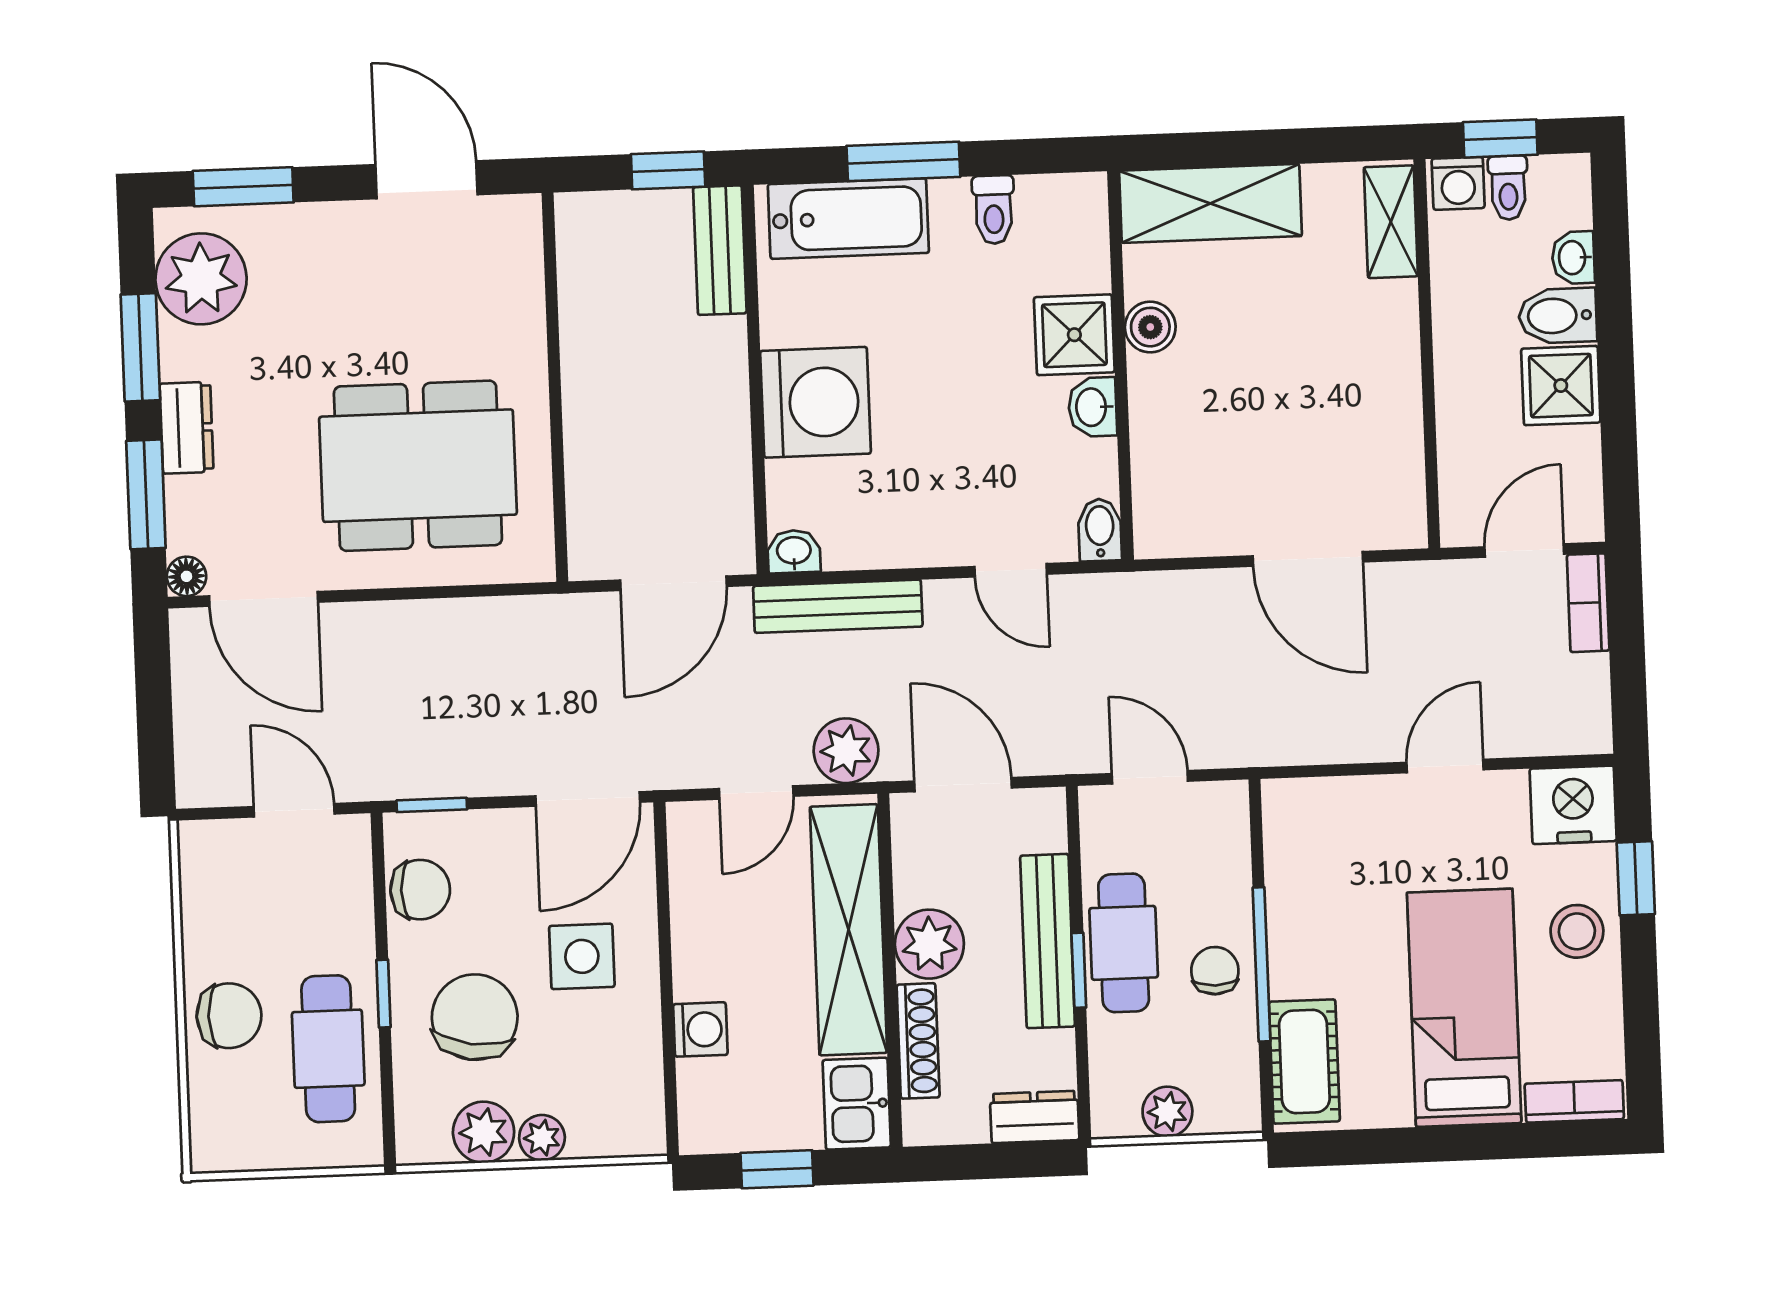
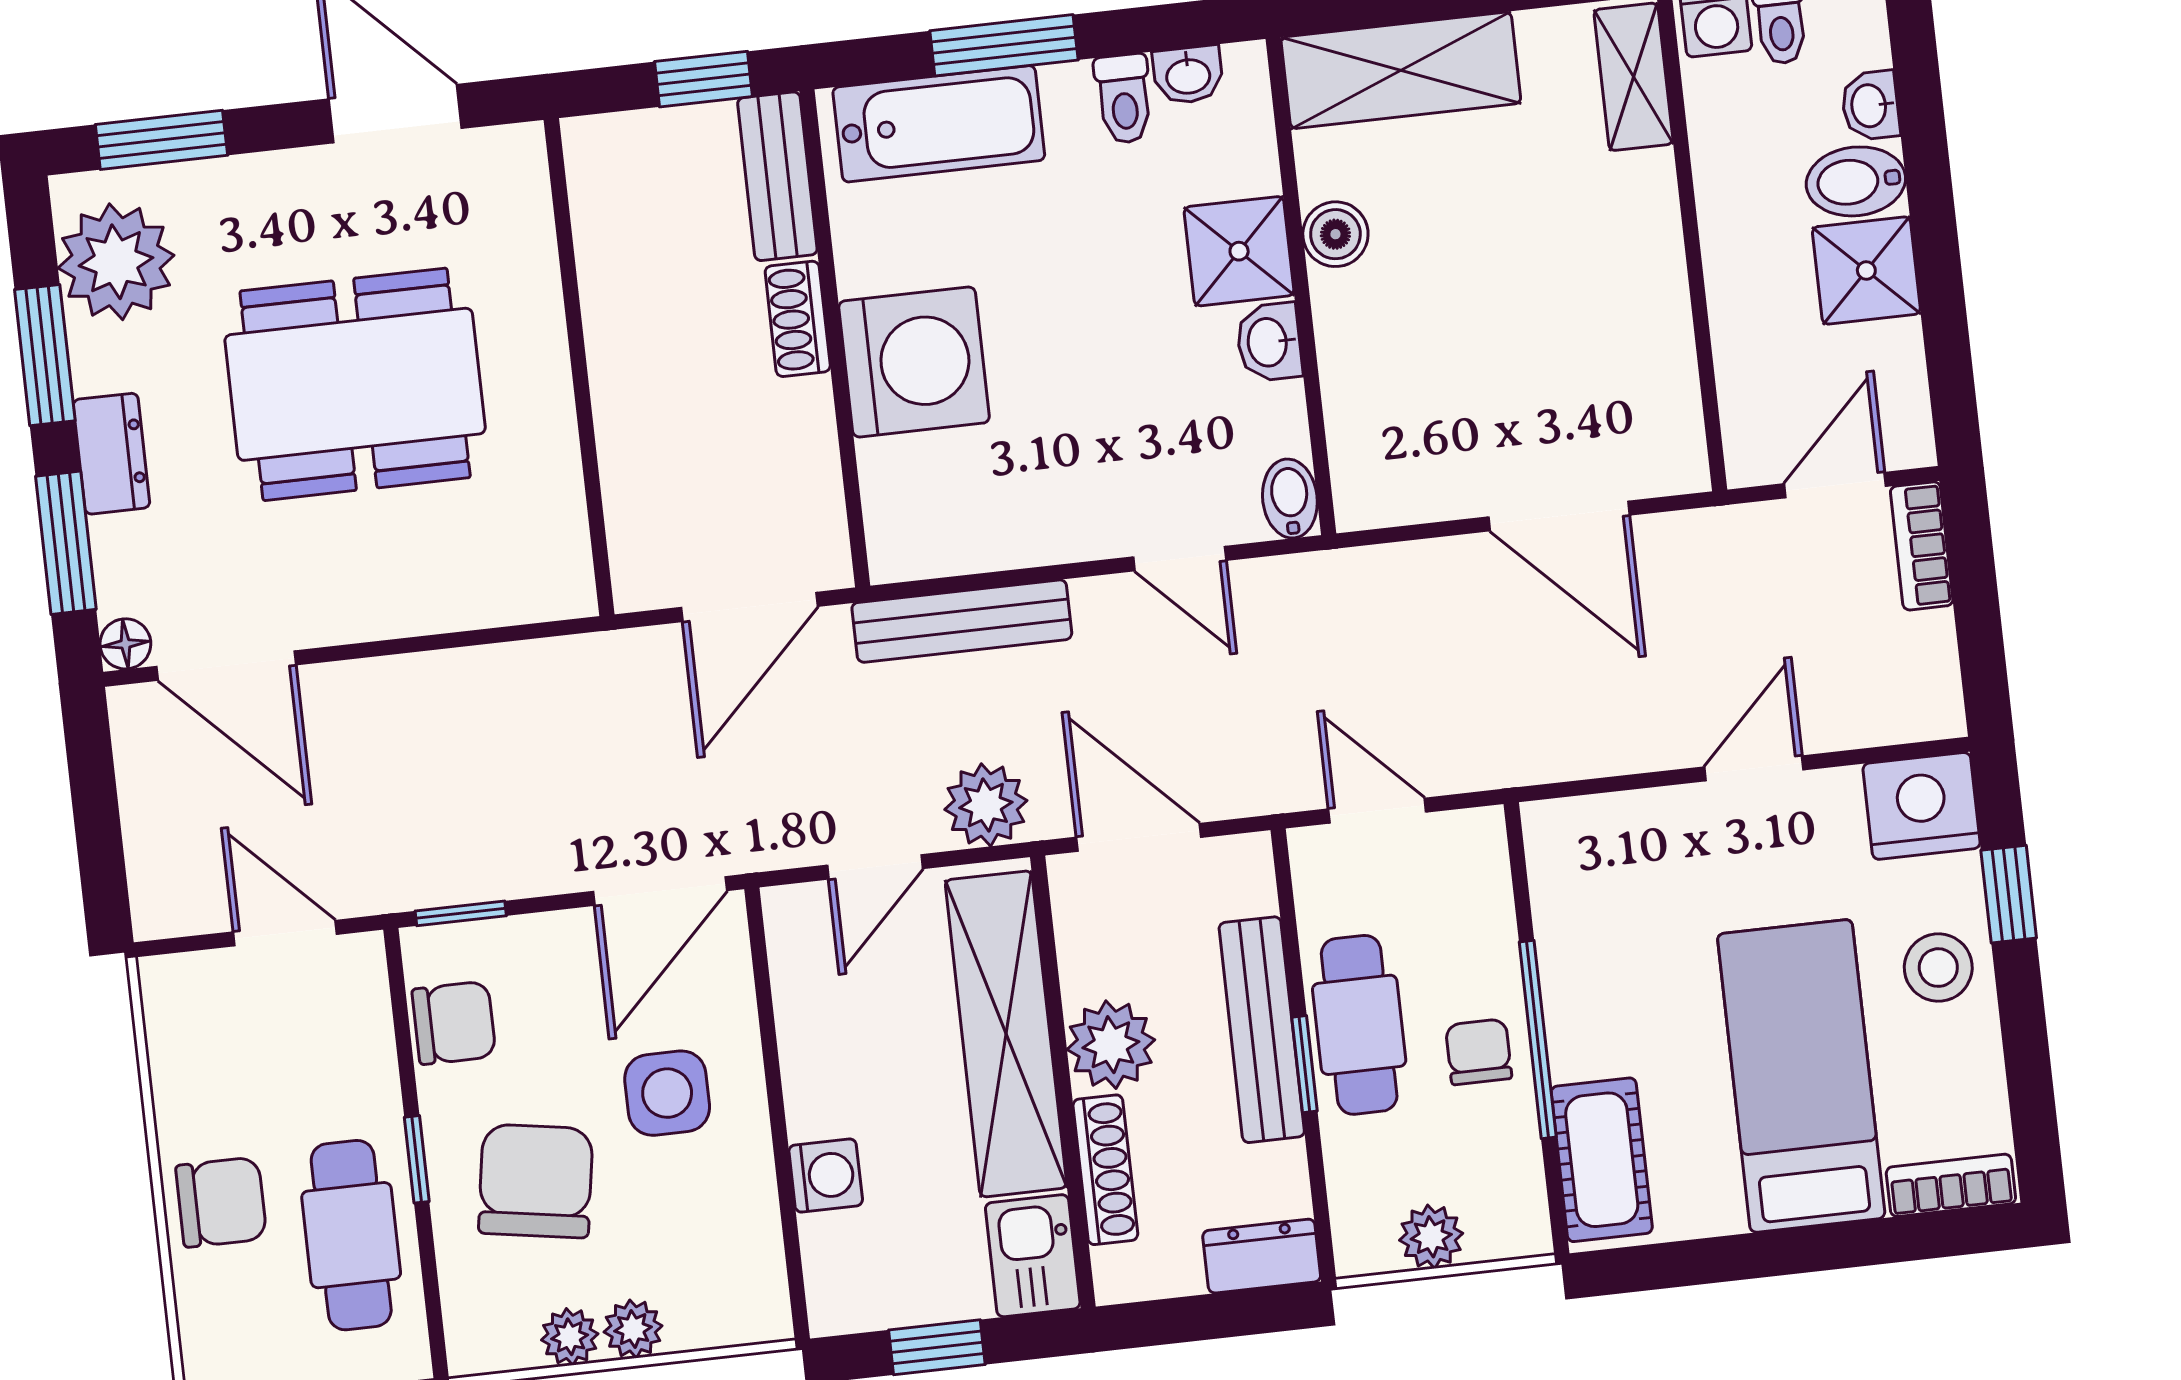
shoe rack: (728, 362) -> (798, 319), added
dining table: (418, 466) -> (355, 384), moved
washbasin: (794, 552) -> (1188, 75), moved, turned 180
plant: (484, 1132) -> (570, 1337), width x0.73, depth x0.73

